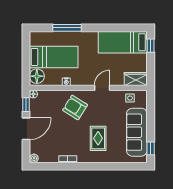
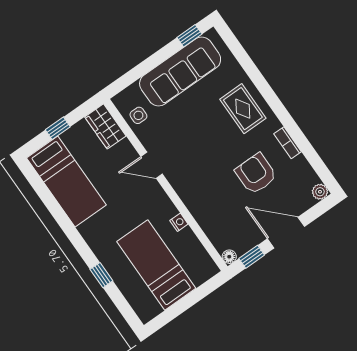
window: (67, 28) -> (101, 275), width x0.46
window: (151, 46) -> (58, 128), moved
floor lamp: (37, 76) -> (200, 270), removed
armchair: (75, 107) -> (256, 174), moved, turned 148
rug: (98, 138) -> (243, 109), moved, turned 90

